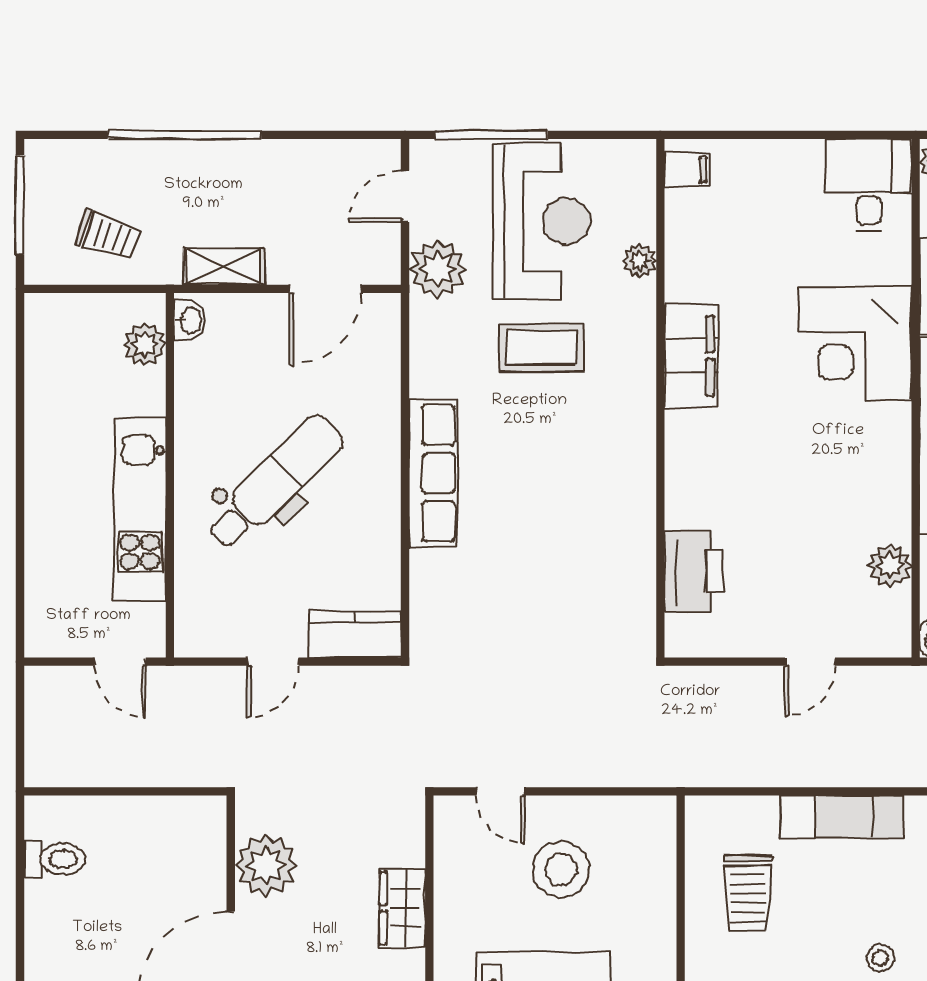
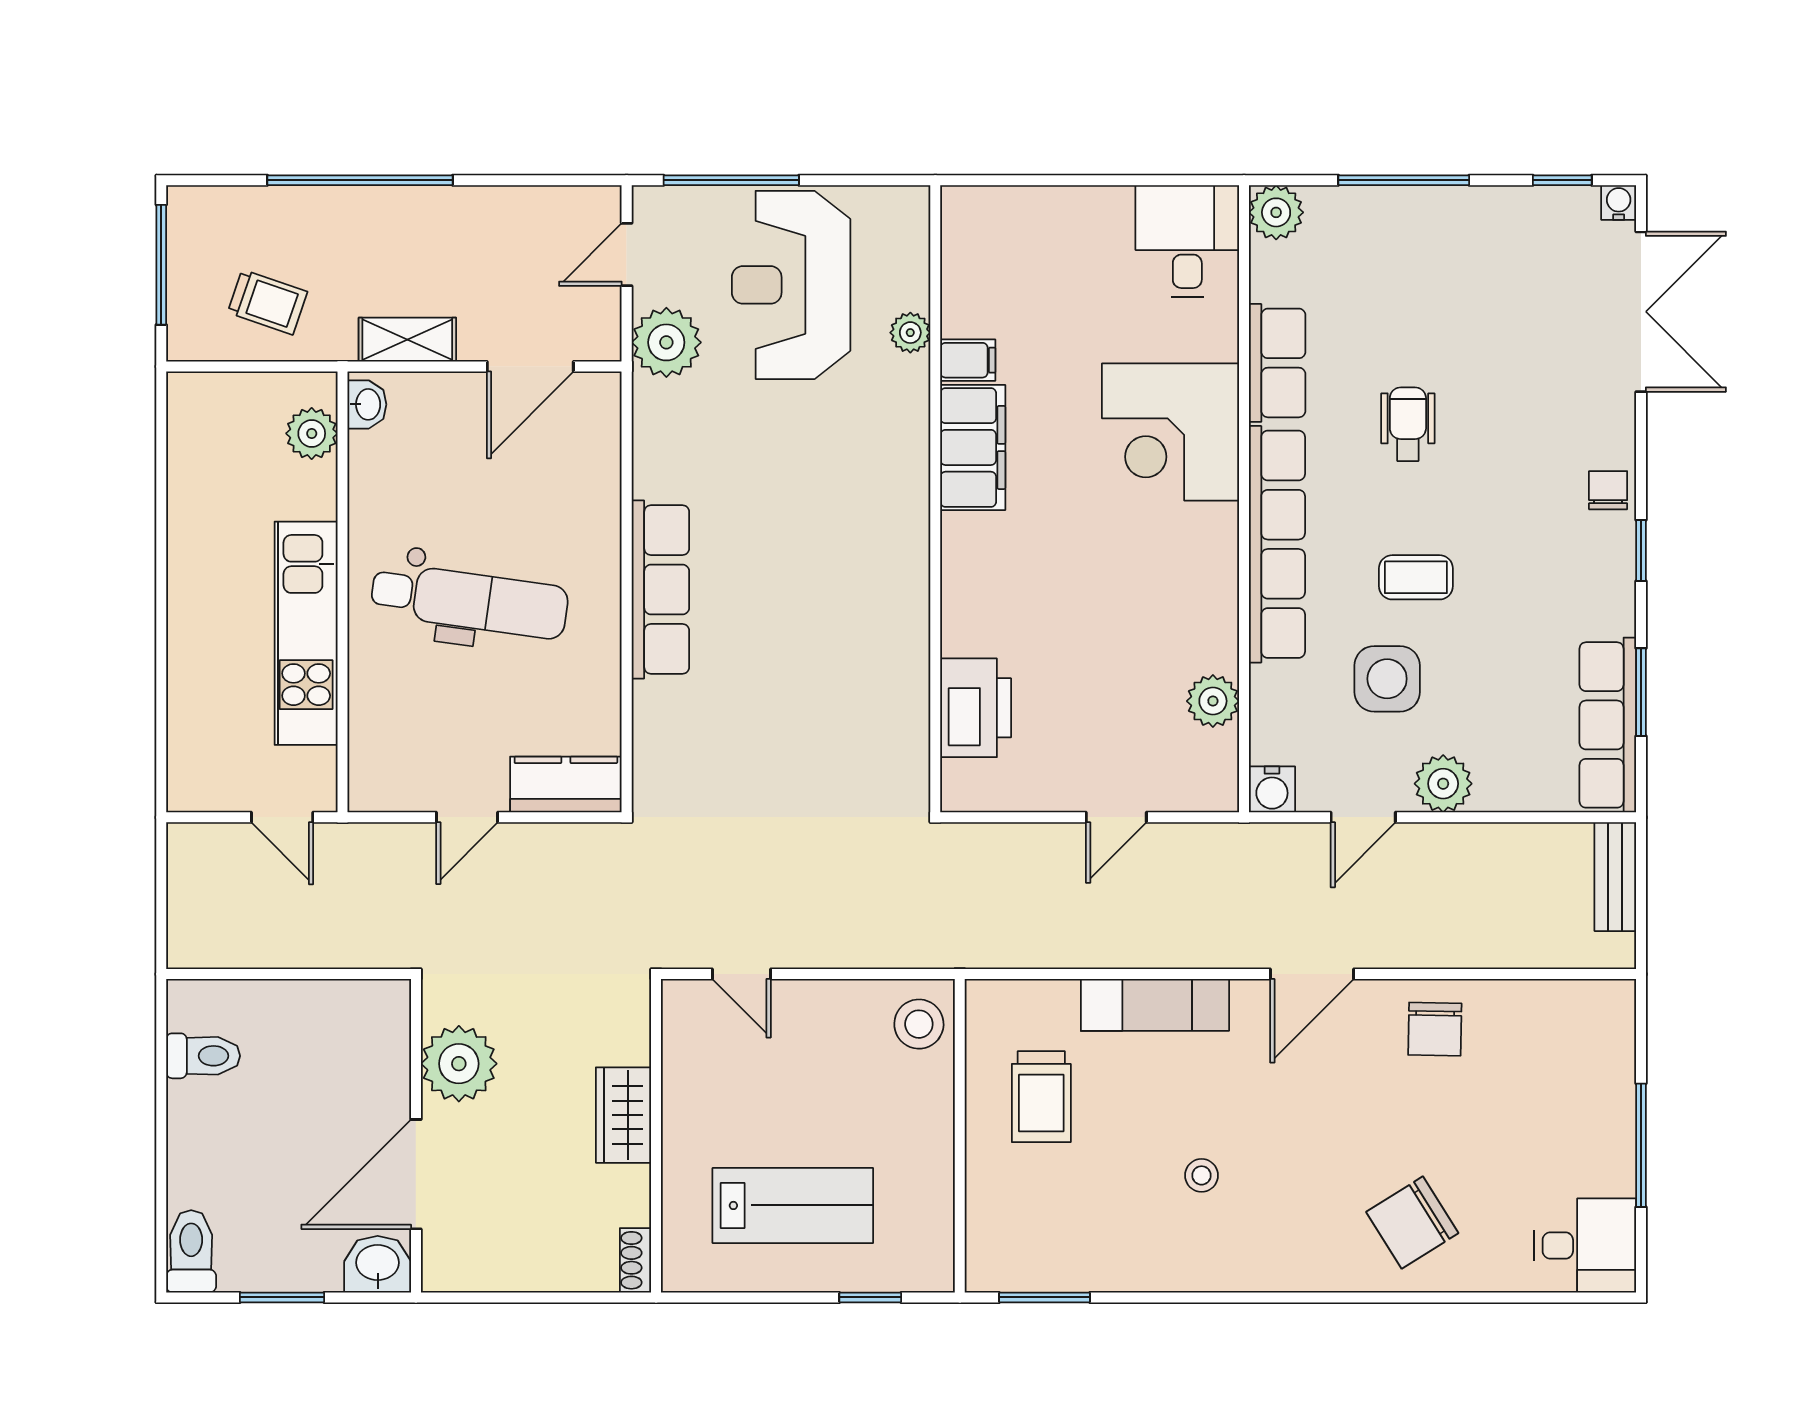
filing cabinet: (687, 170) -> (968, 360), moved
reception desk: (541, 221) -> (791, 285), turned 180
coffee table: (541, 348) -> (791, 438), removed
dental chair: (275, 483) -> (469, 601), turned 53
stool: (561, 869) -> (919, 1024), moved, width x0.73, depth x0.73

